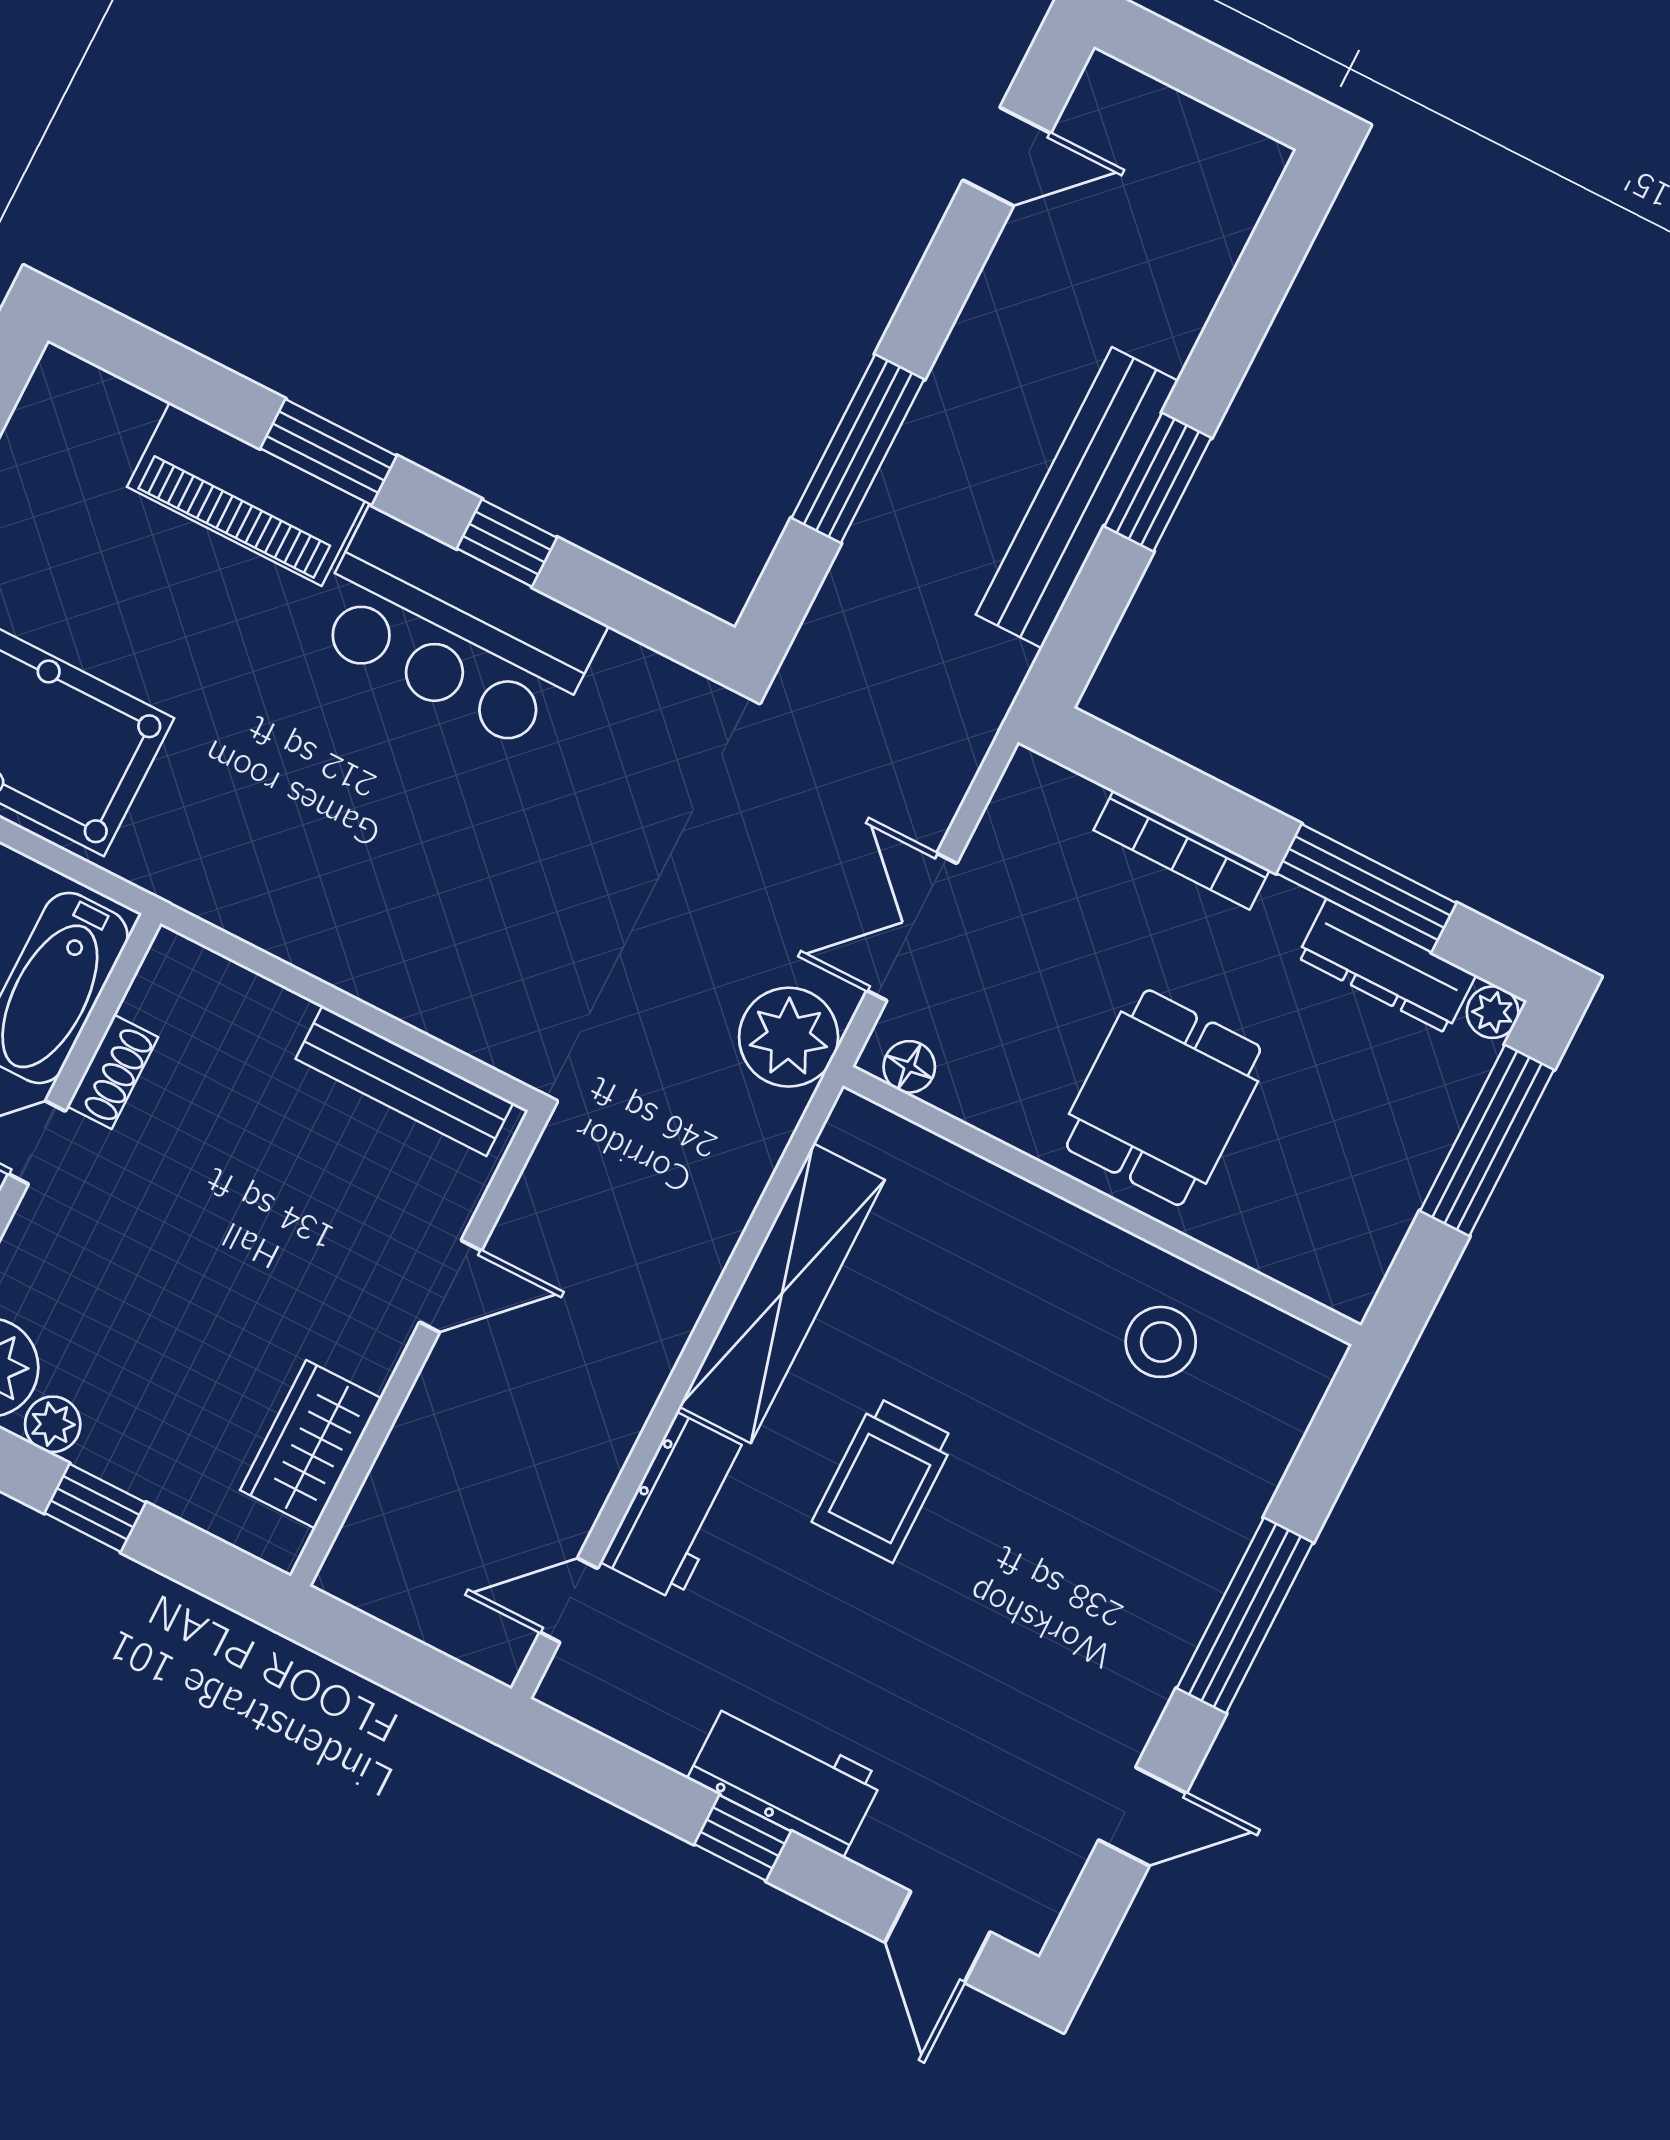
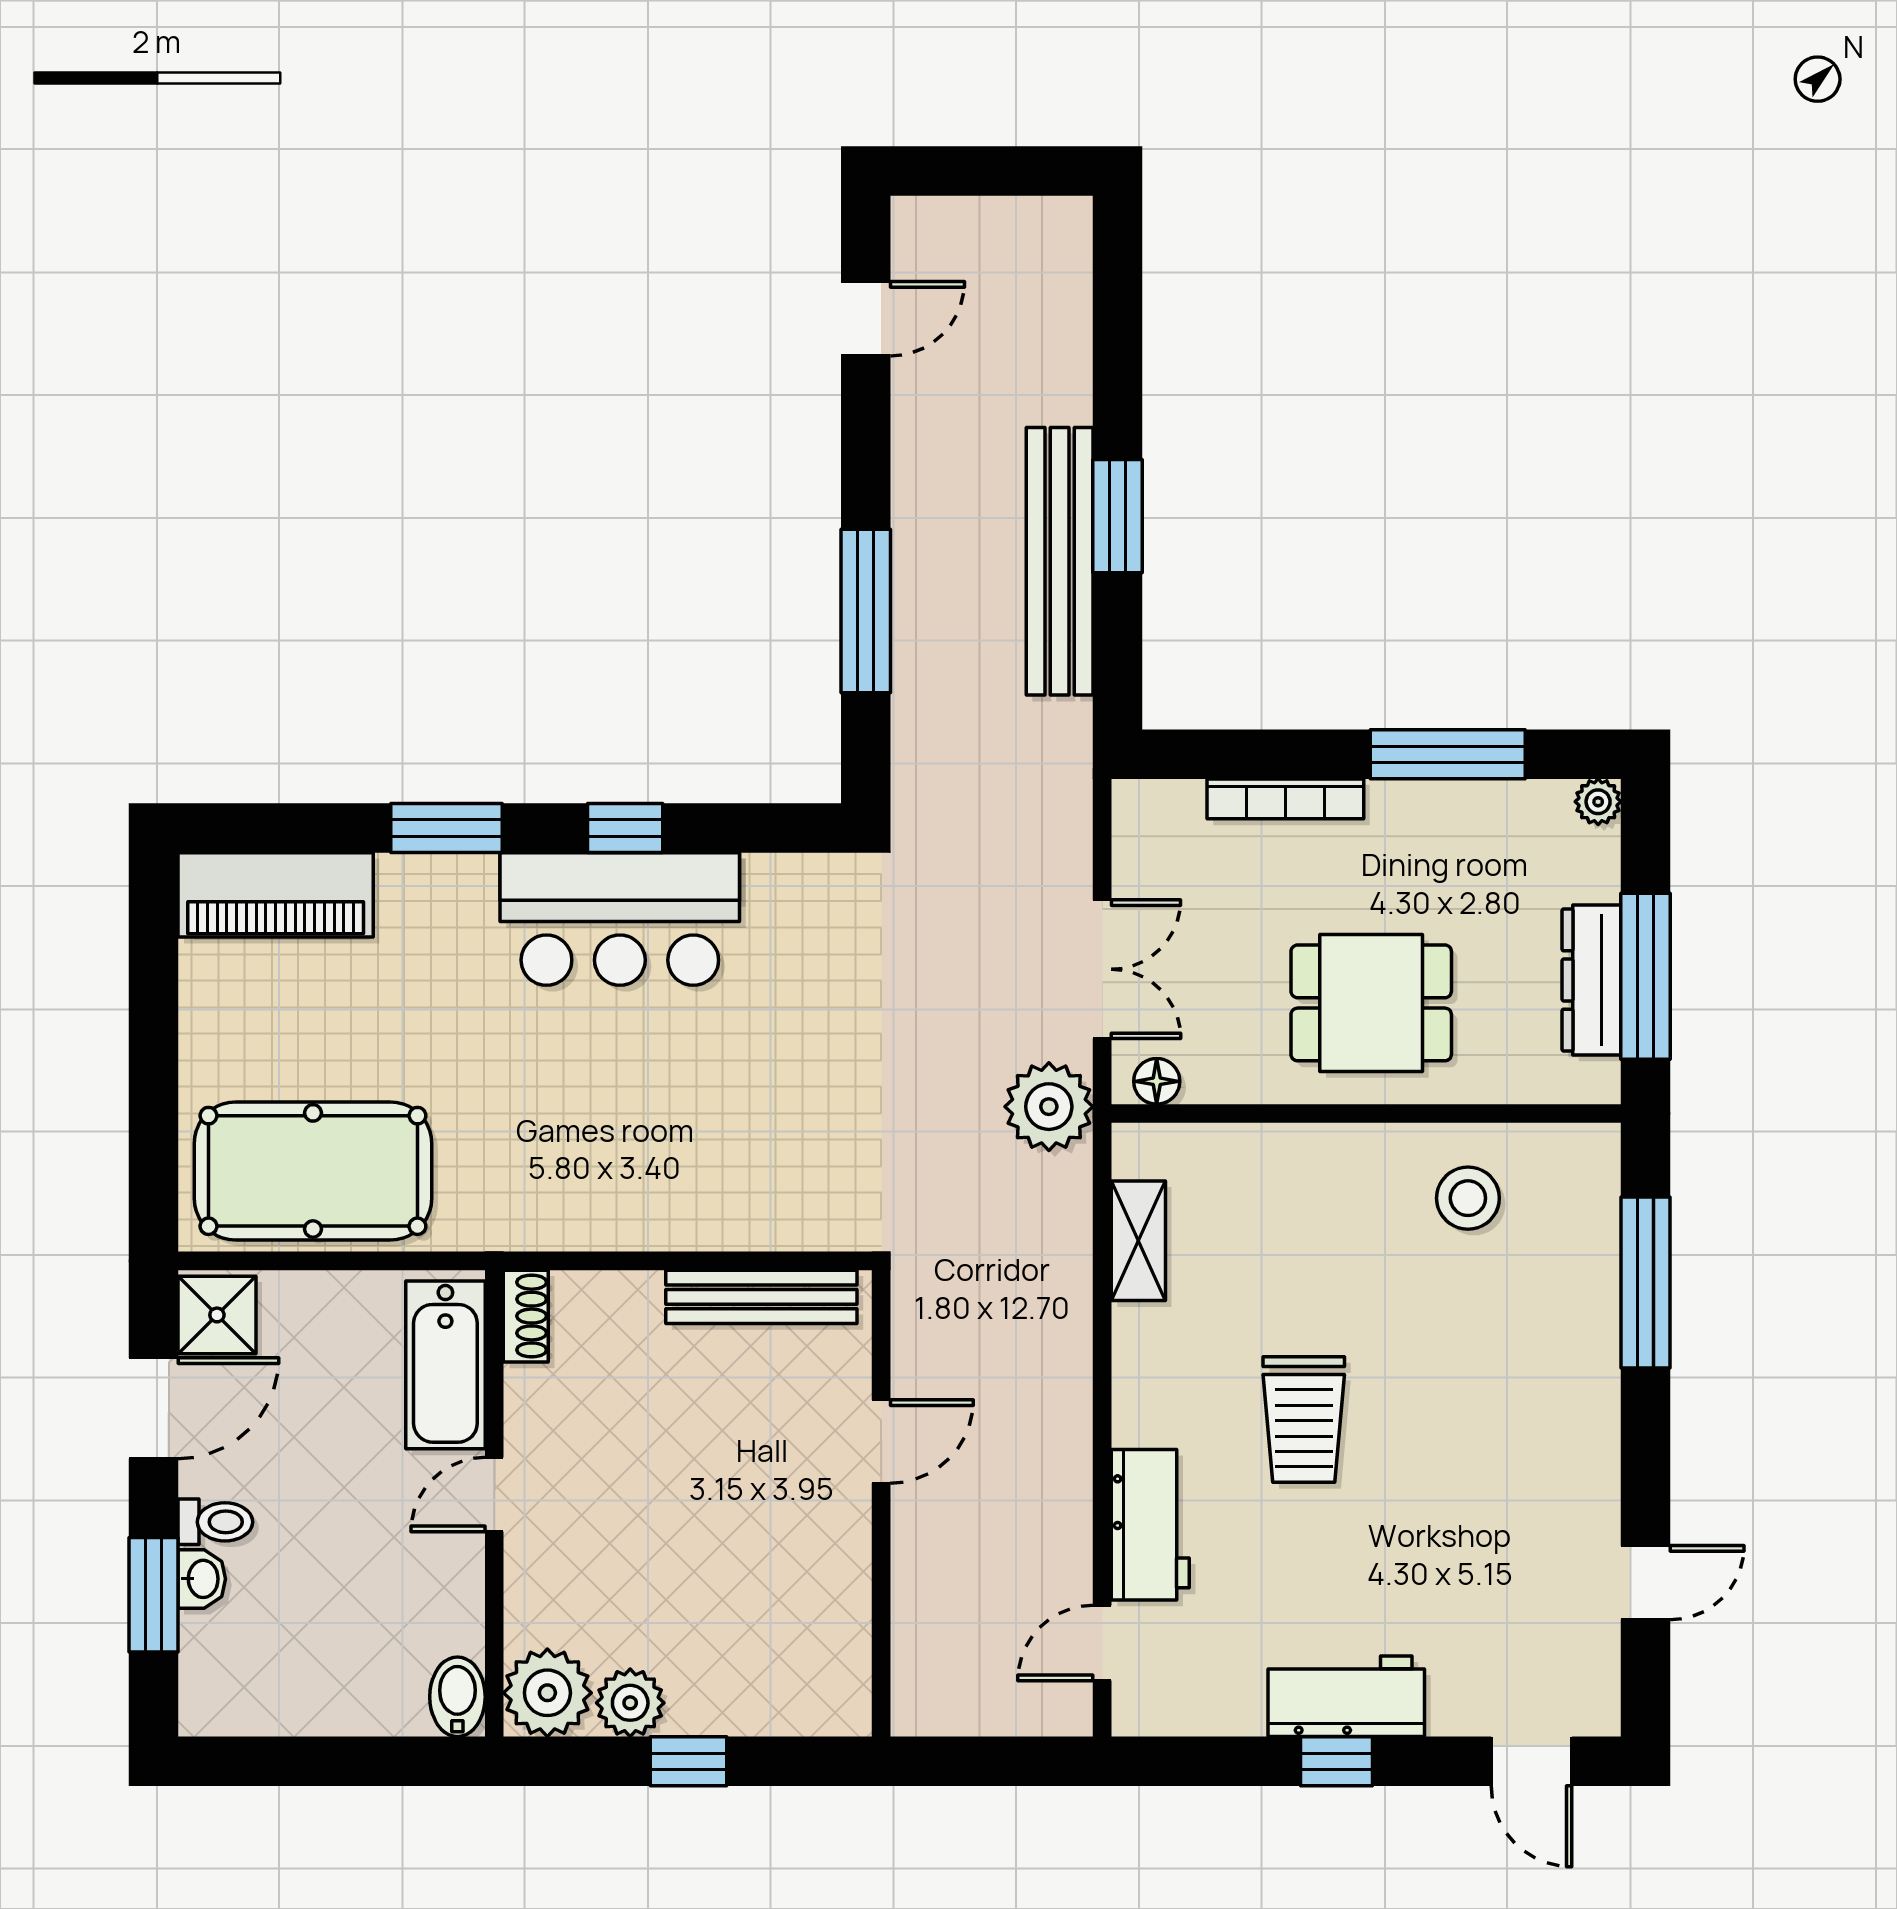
piano: (246, 494) -> (276, 895), moved
double door: (912, 927) -> (1102, 969), swing flipped
dresser: (1386, 966) -> (1592, 980), moved, turned 90
shoe rack: (113, 1072) -> (526, 1316), moved
dining table: (1163, 1098) -> (1371, 1003), turned 90
window: (1487, 1140) -> (1646, 976), moved
shelving: (782, 1293) -> (1138, 1241), width x0.45, depth x0.75
plant: (53, 1424) -> (630, 1703), width x1.38, depth x1.38
wardrobe: (311, 1444) -> (834, 1623), removed
window: (1245, 1615) -> (1646, 1282), moved

